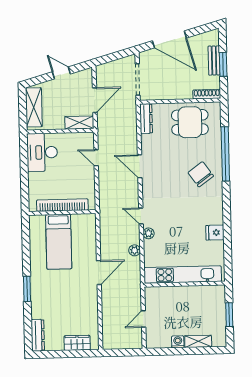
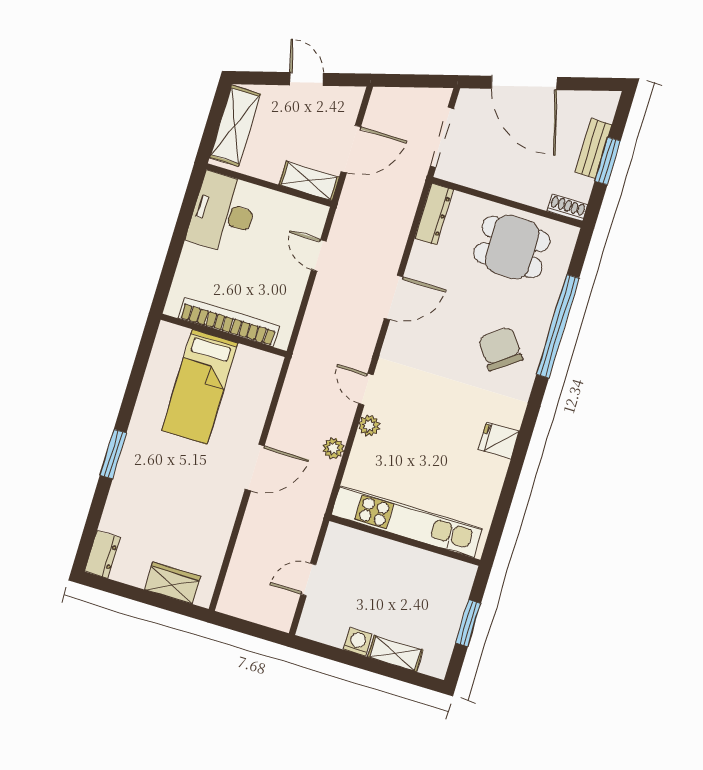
shoe rack: (207, 94) -> (567, 208), width x0.70
door: (140, 166) -> (394, 298), swing flipped
fridge: (215, 233) -> (499, 440), moved
dresser: (38, 335) -> (102, 554), width x0.70

